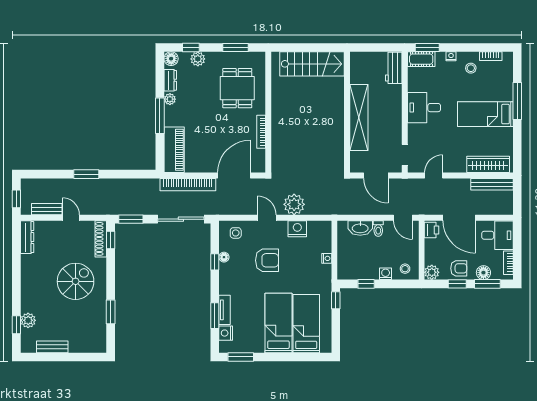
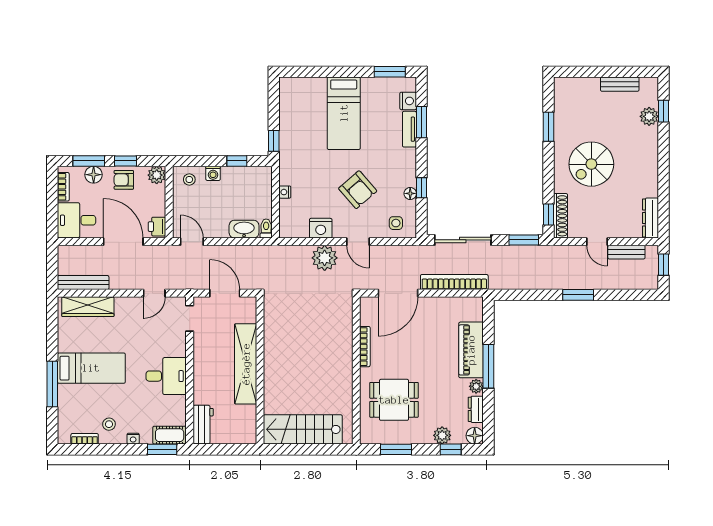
dining table: (237, 88) -> (394, 400), turned 90
piano: (174, 150) -> (471, 350), moved
toilet: (378, 228) -> (266, 229), moved
armchair: (267, 260) -> (358, 190), turned -131
bed: (306, 324) -> (310, 113), removed

